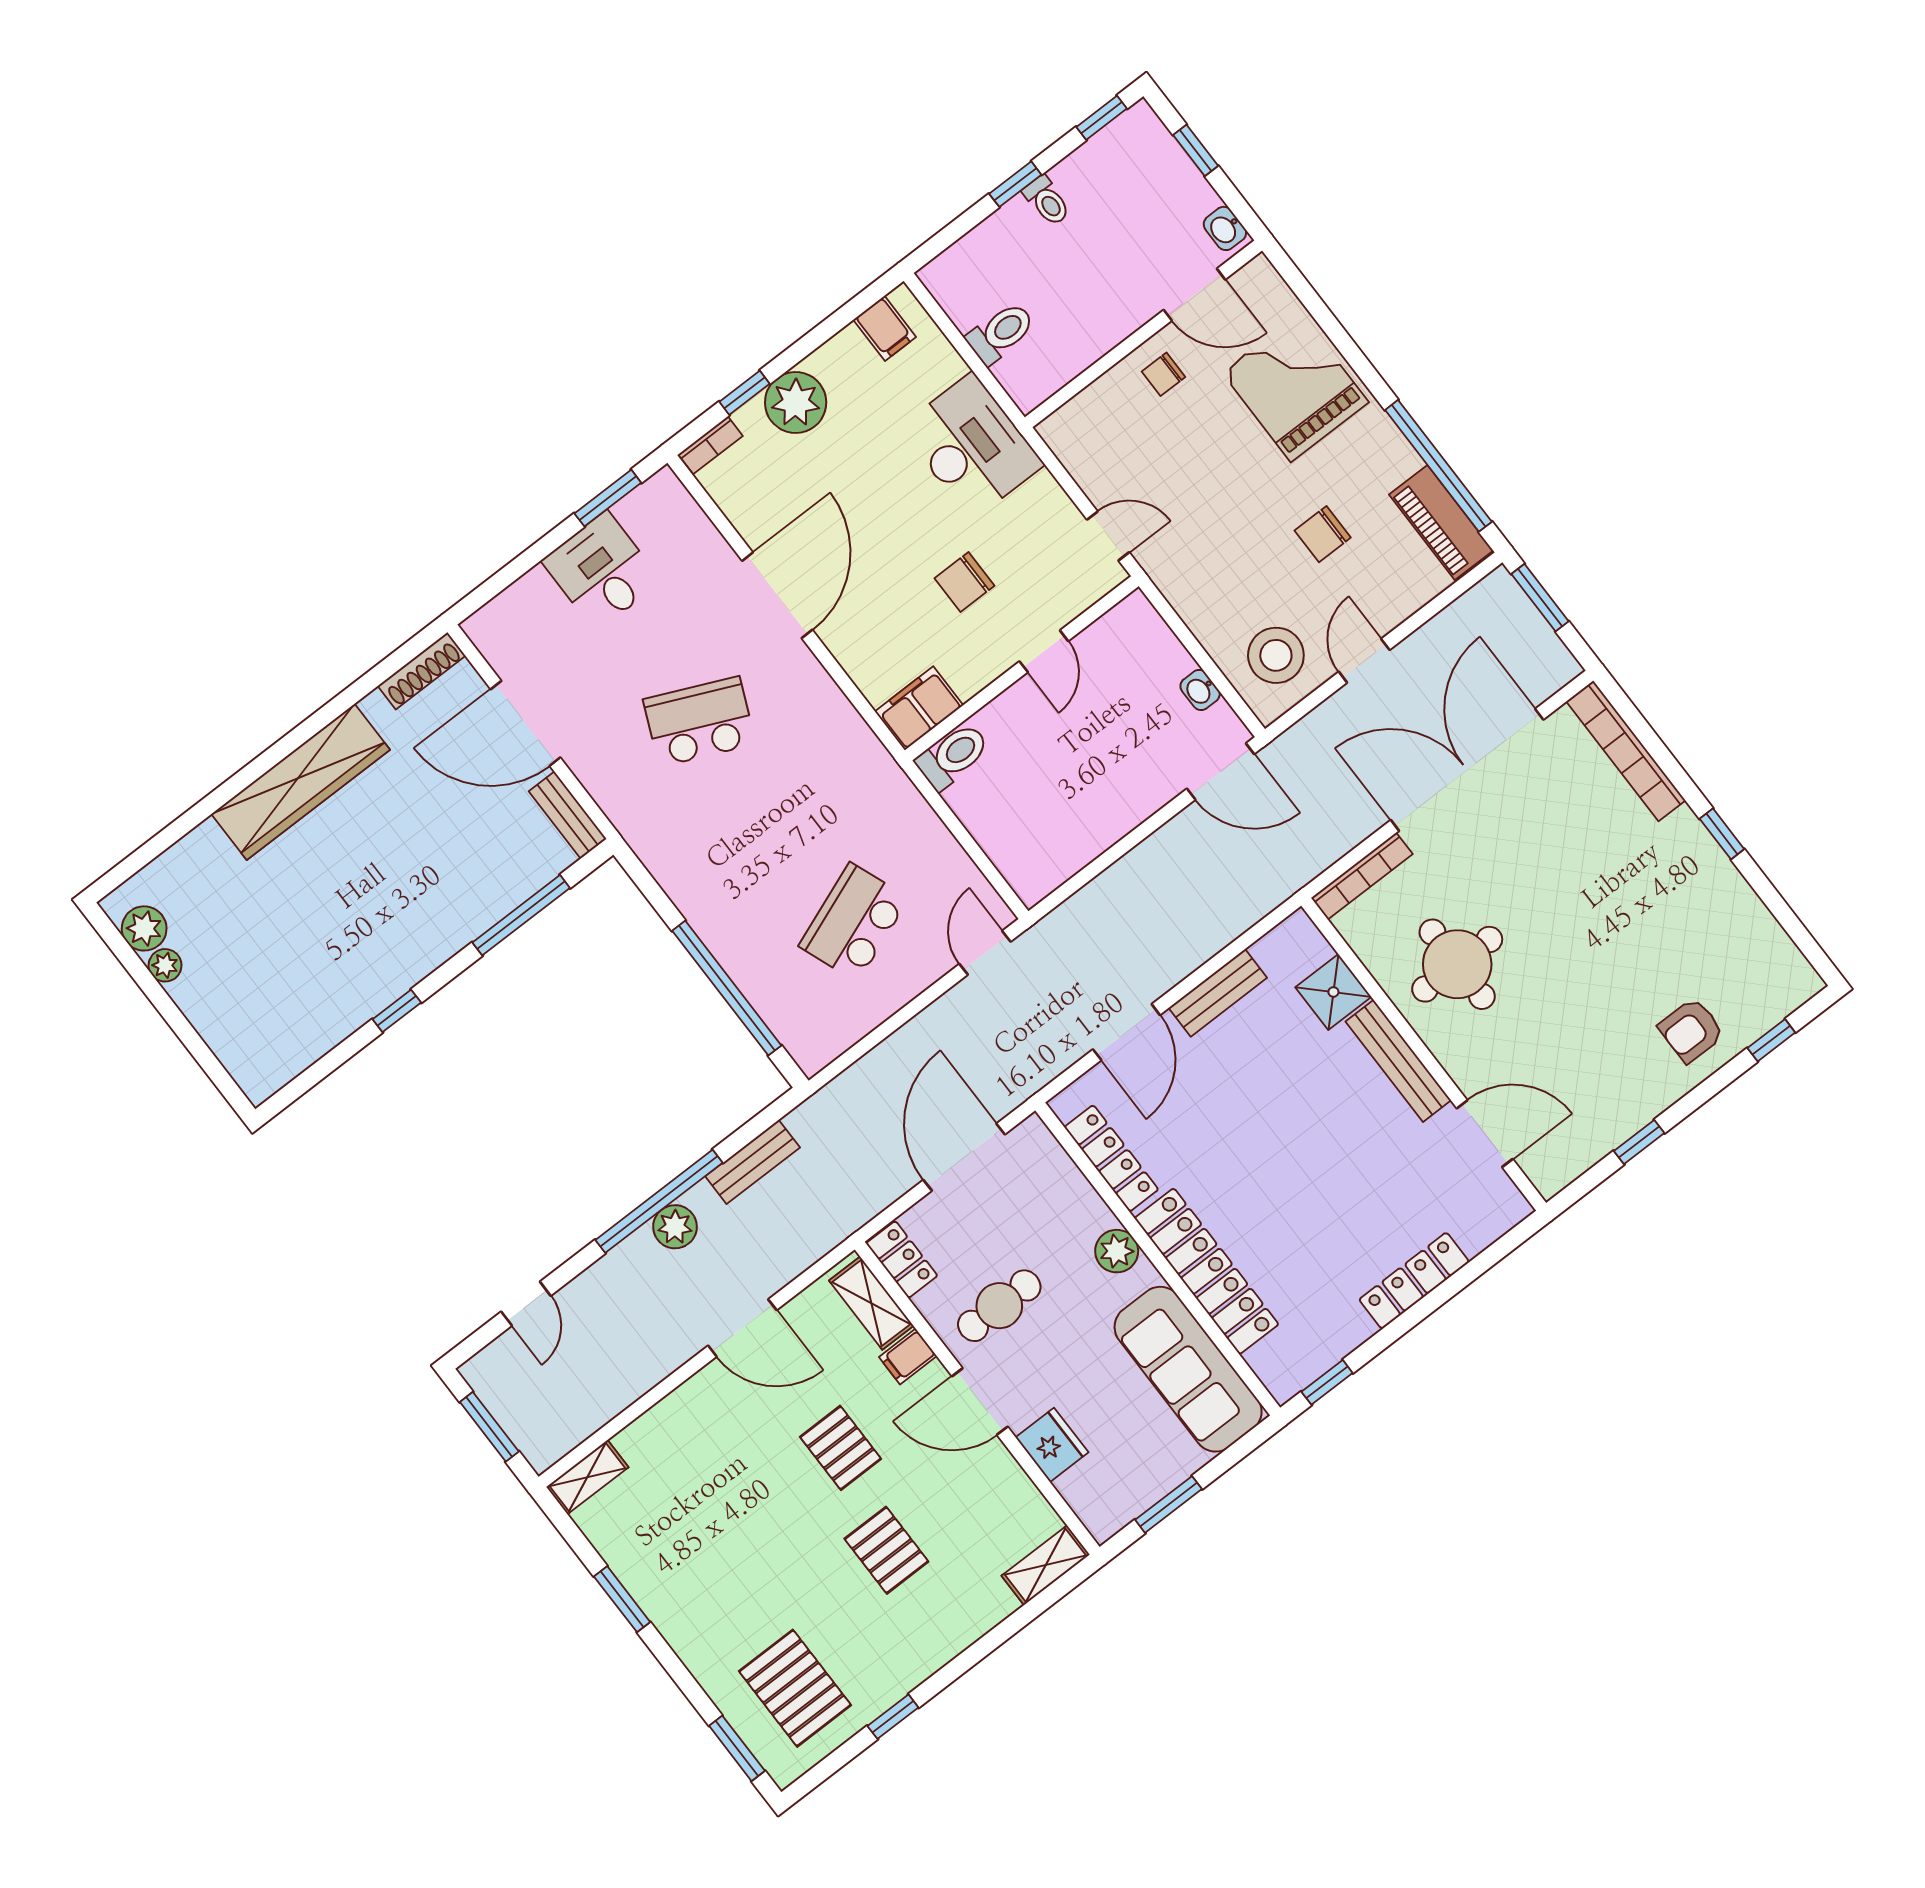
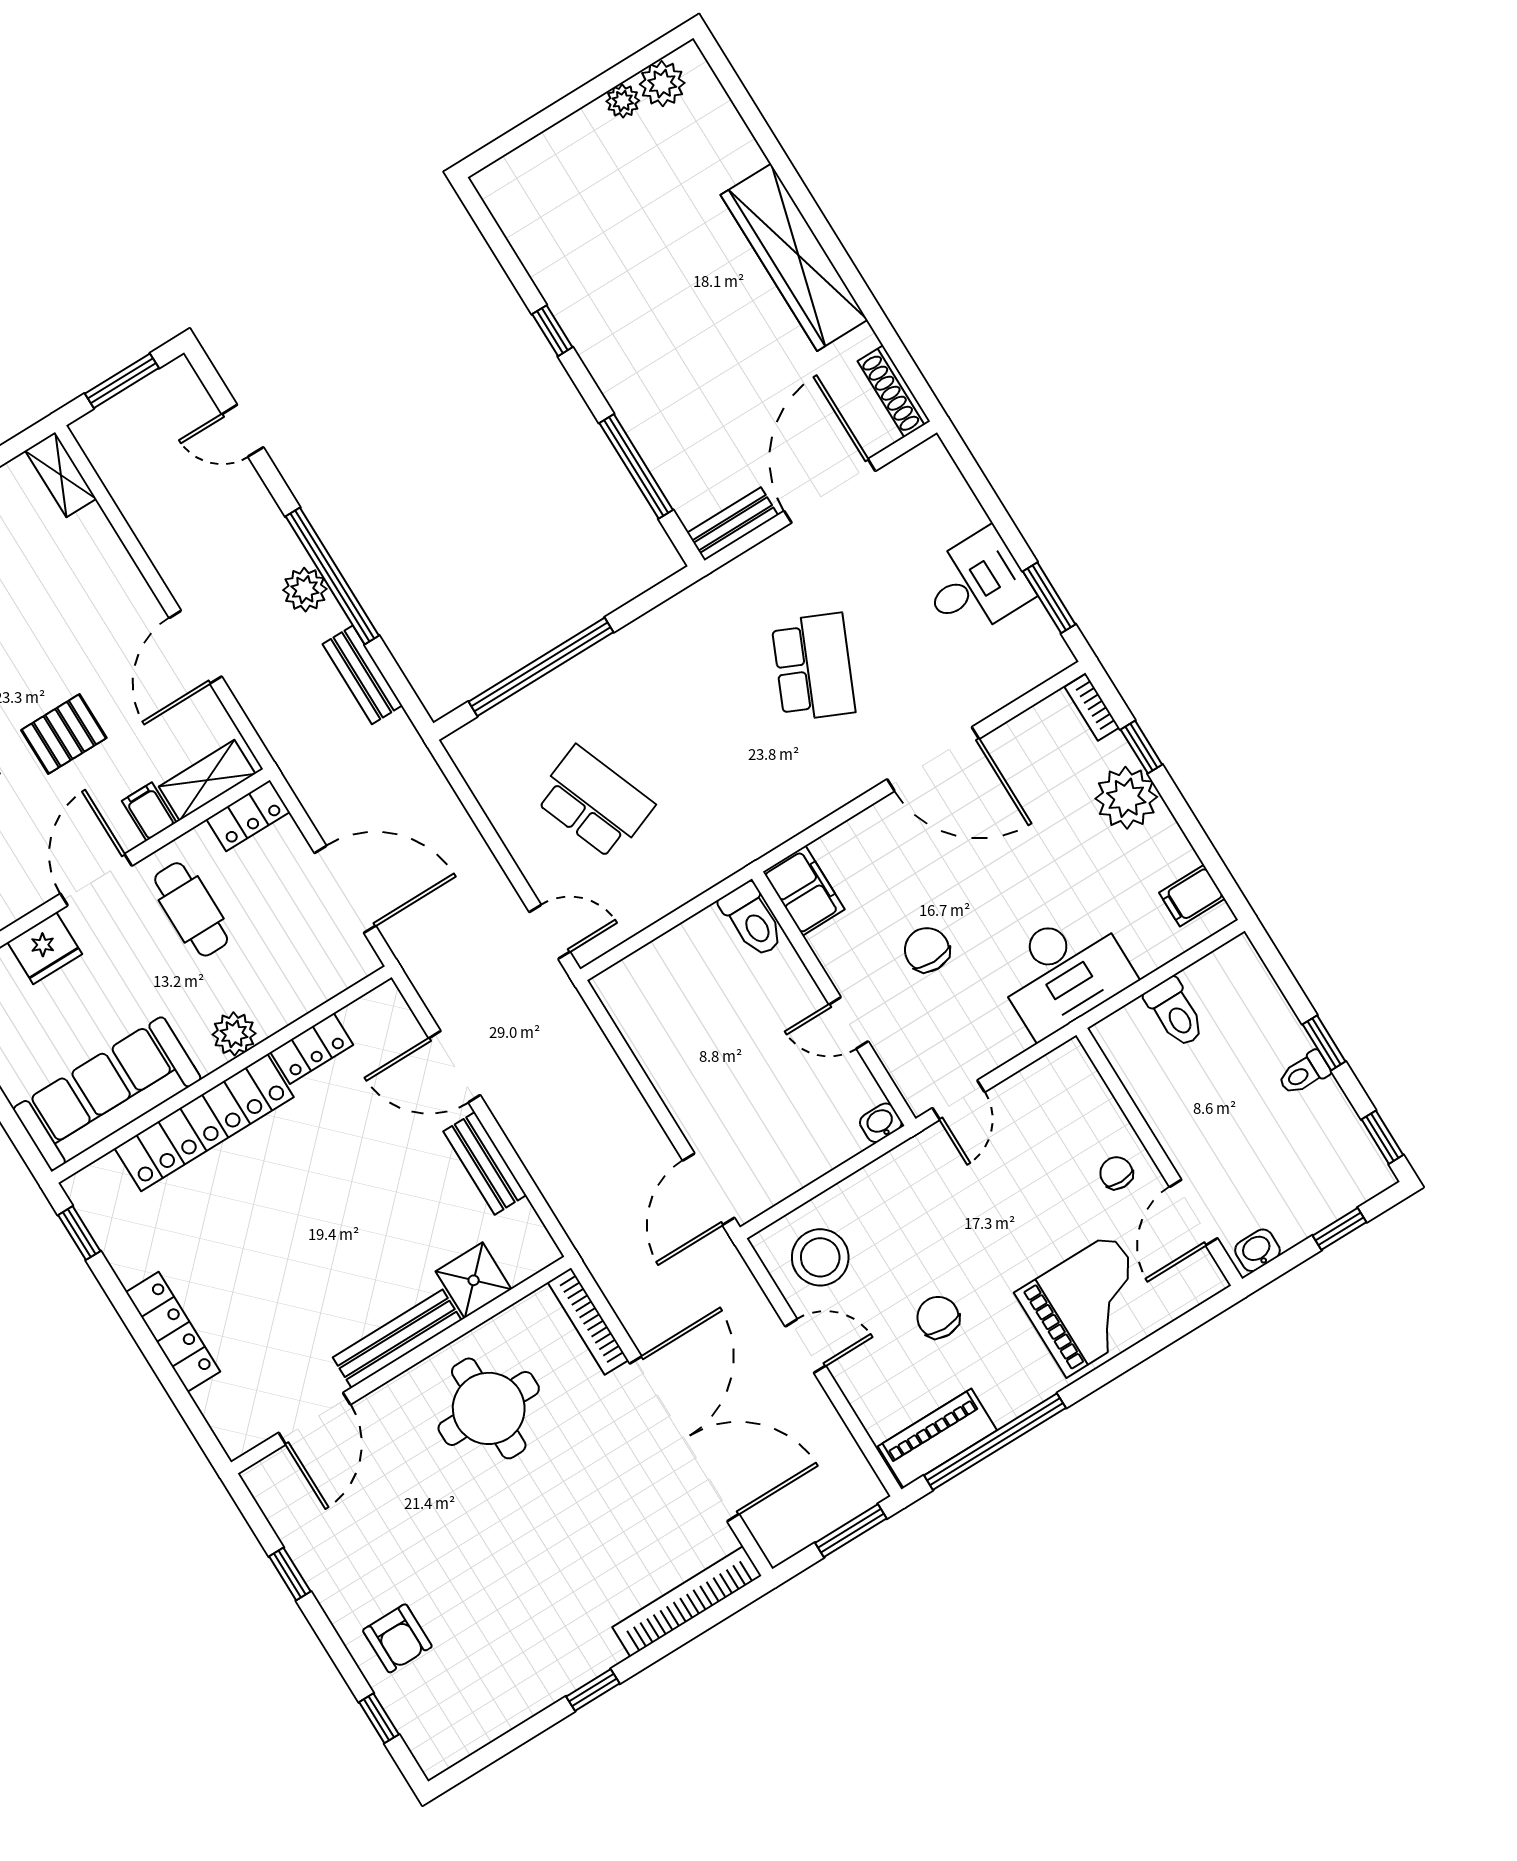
washbasin: (1200, 690) -> (881, 1123), moved
armchair: (1691, 1030) -> (397, 1638), turned 180
locker: (1111, 1158) -> (312, 1049), width x0.66

